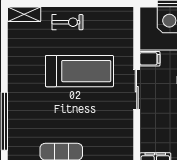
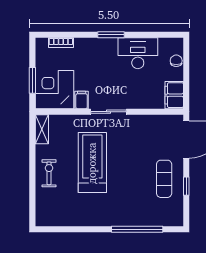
shelving: (24, 14) -> (42, 129), moved

